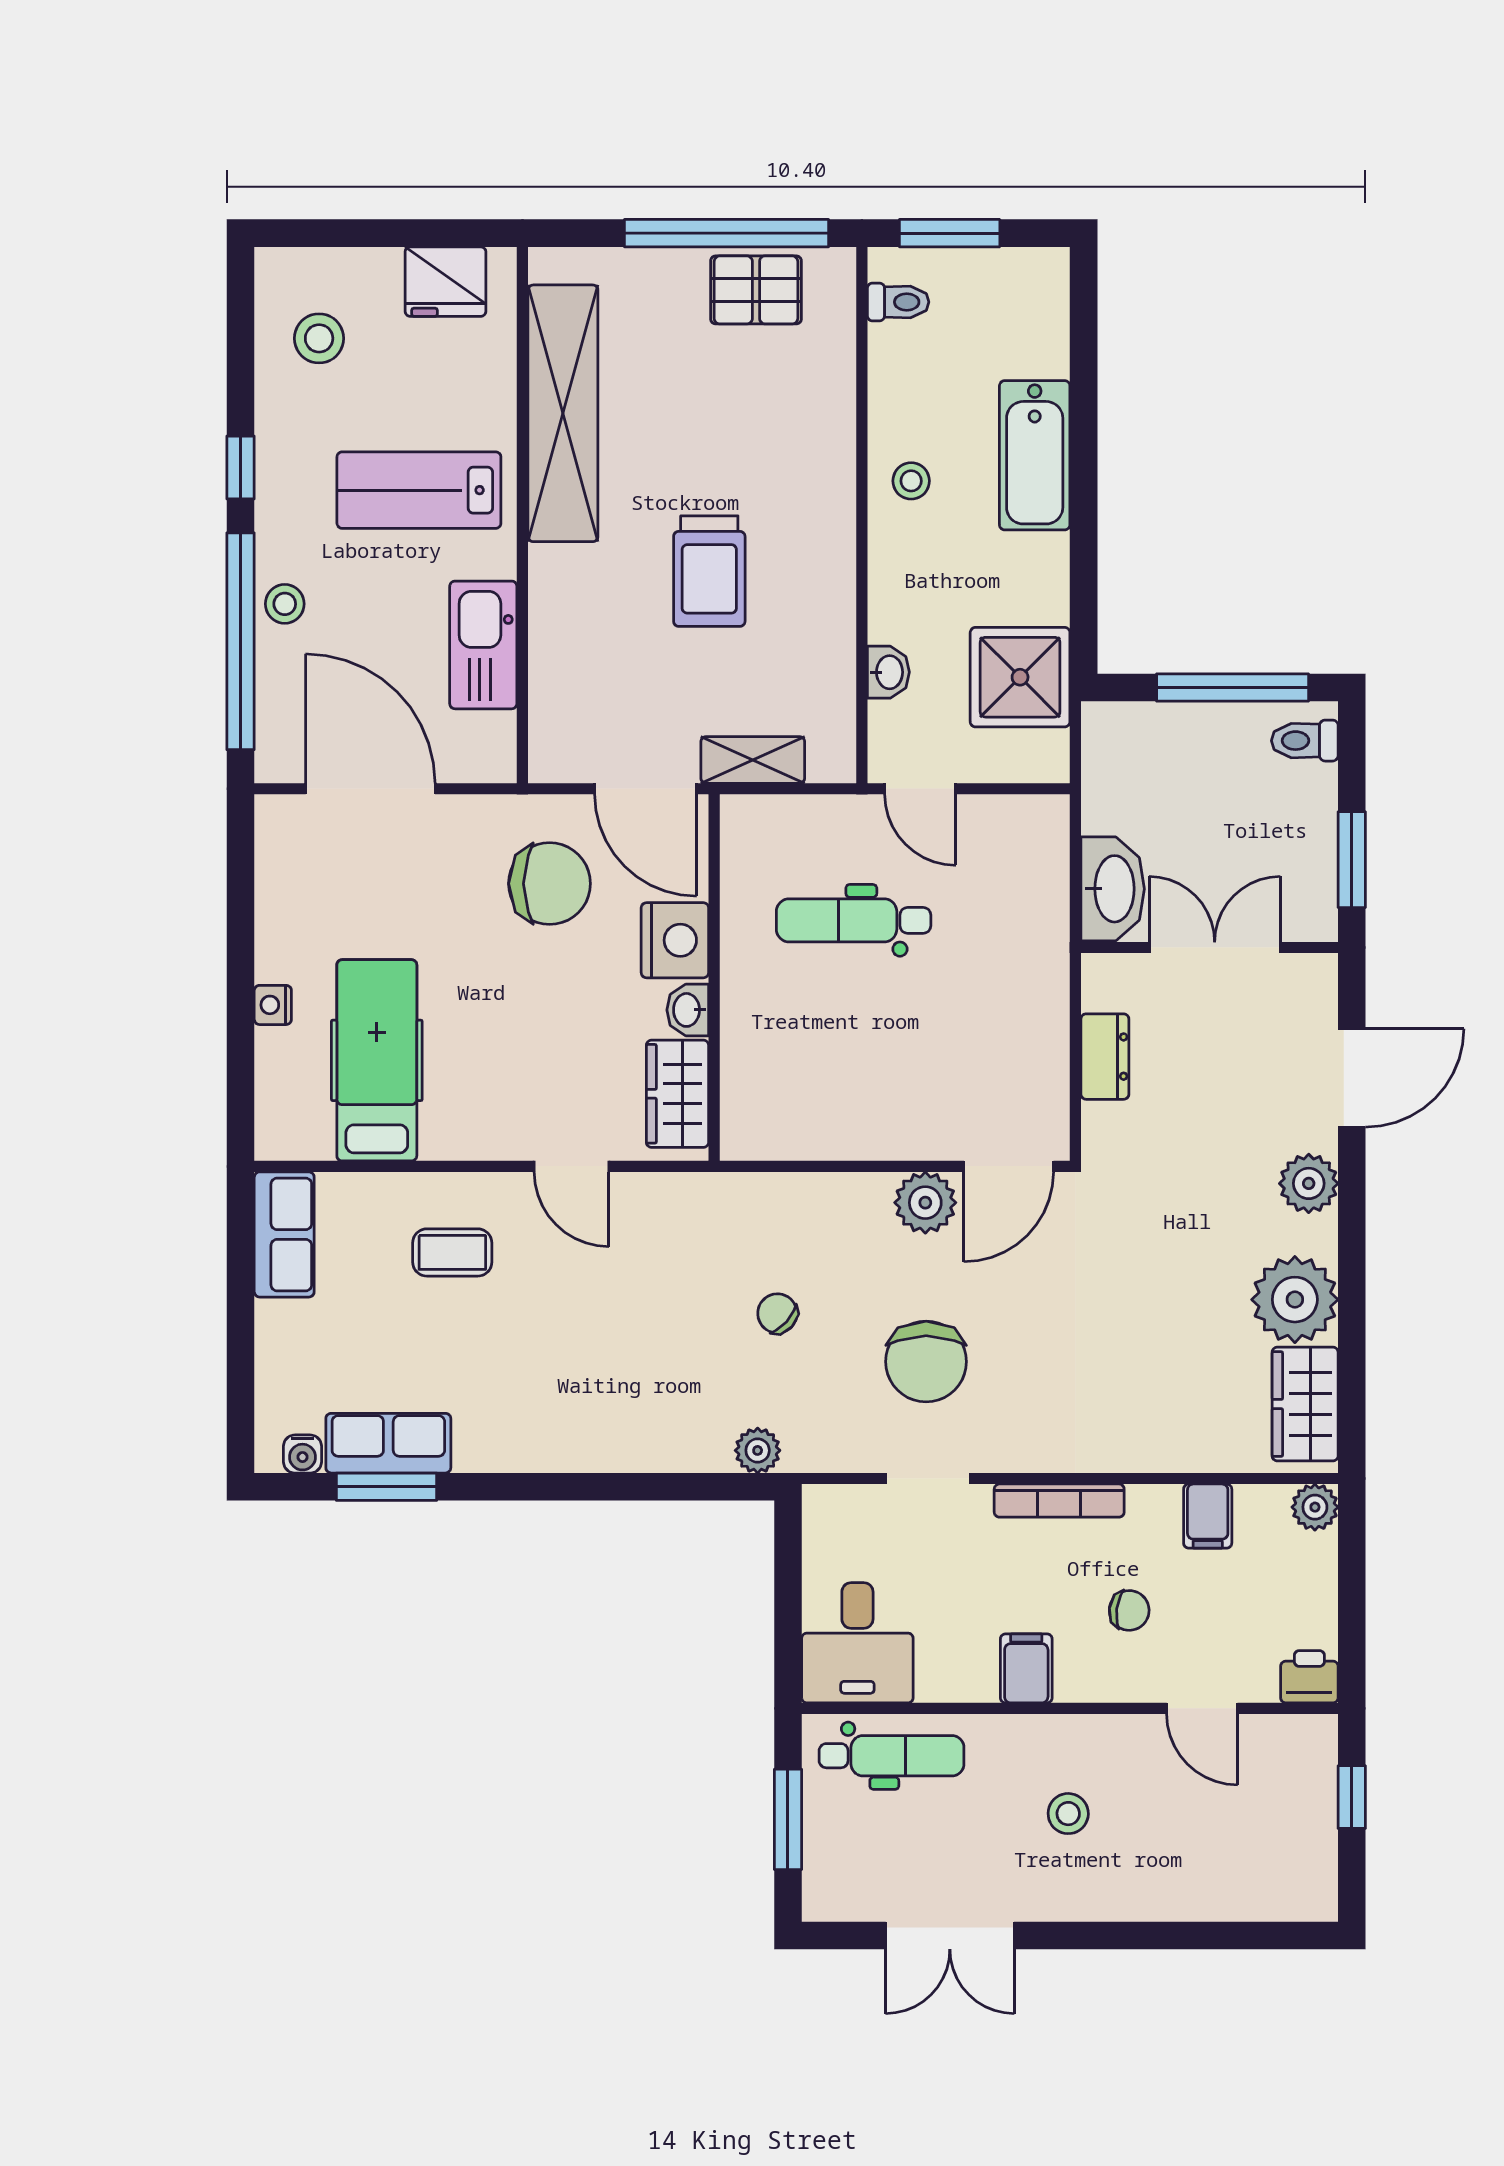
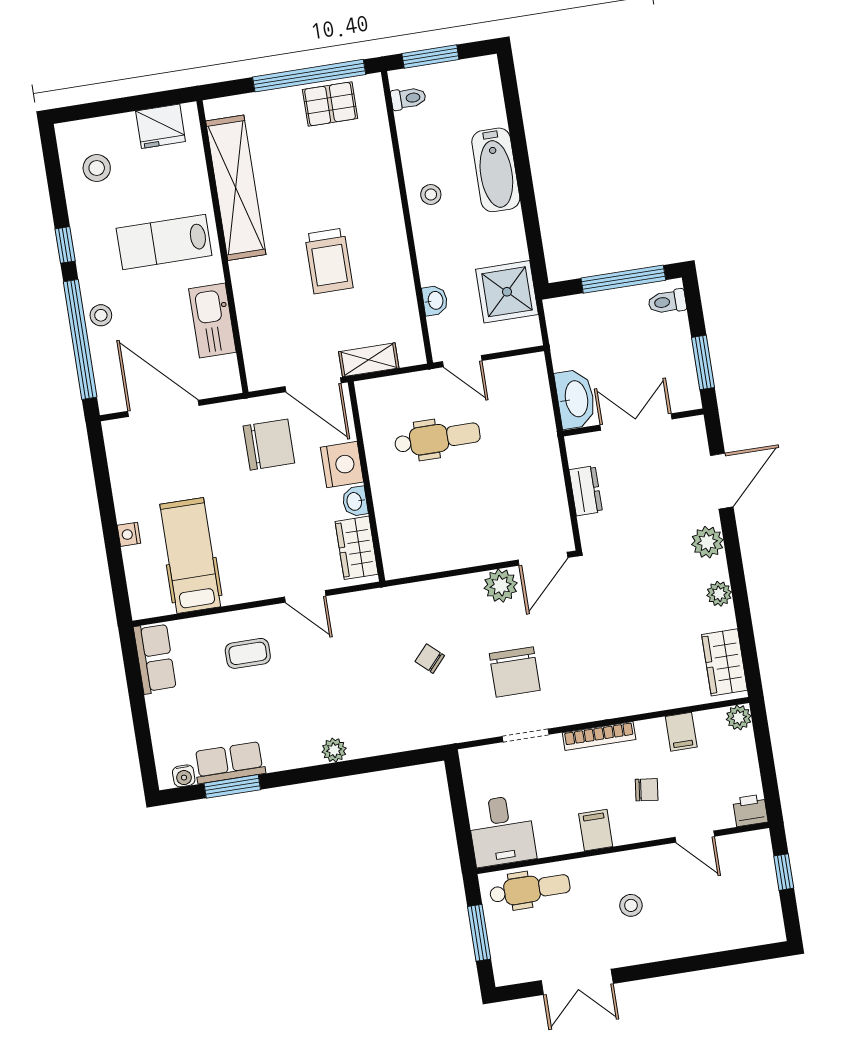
dental chair: (854, 920) -> (437, 438), turned 180
plant: (1295, 1300) -> (719, 594), width x0.53, depth x0.53
plant: (758, 1450) -> (334, 750), moved

